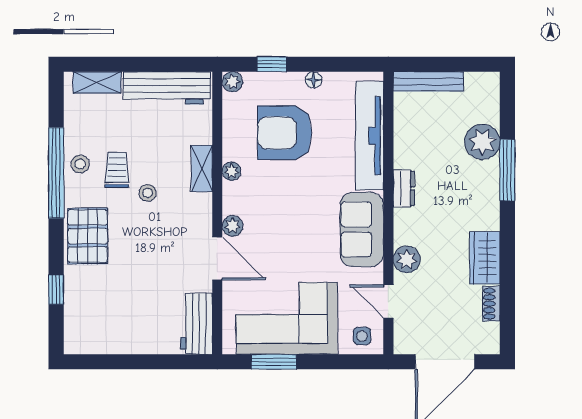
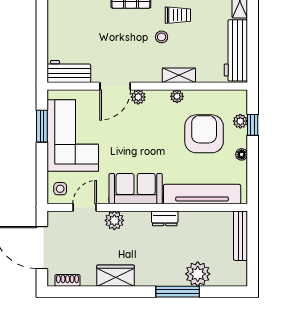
plant: (232, 82) -> (240, 121), moved
shoe rack: (491, 304) -> (68, 280), moved

